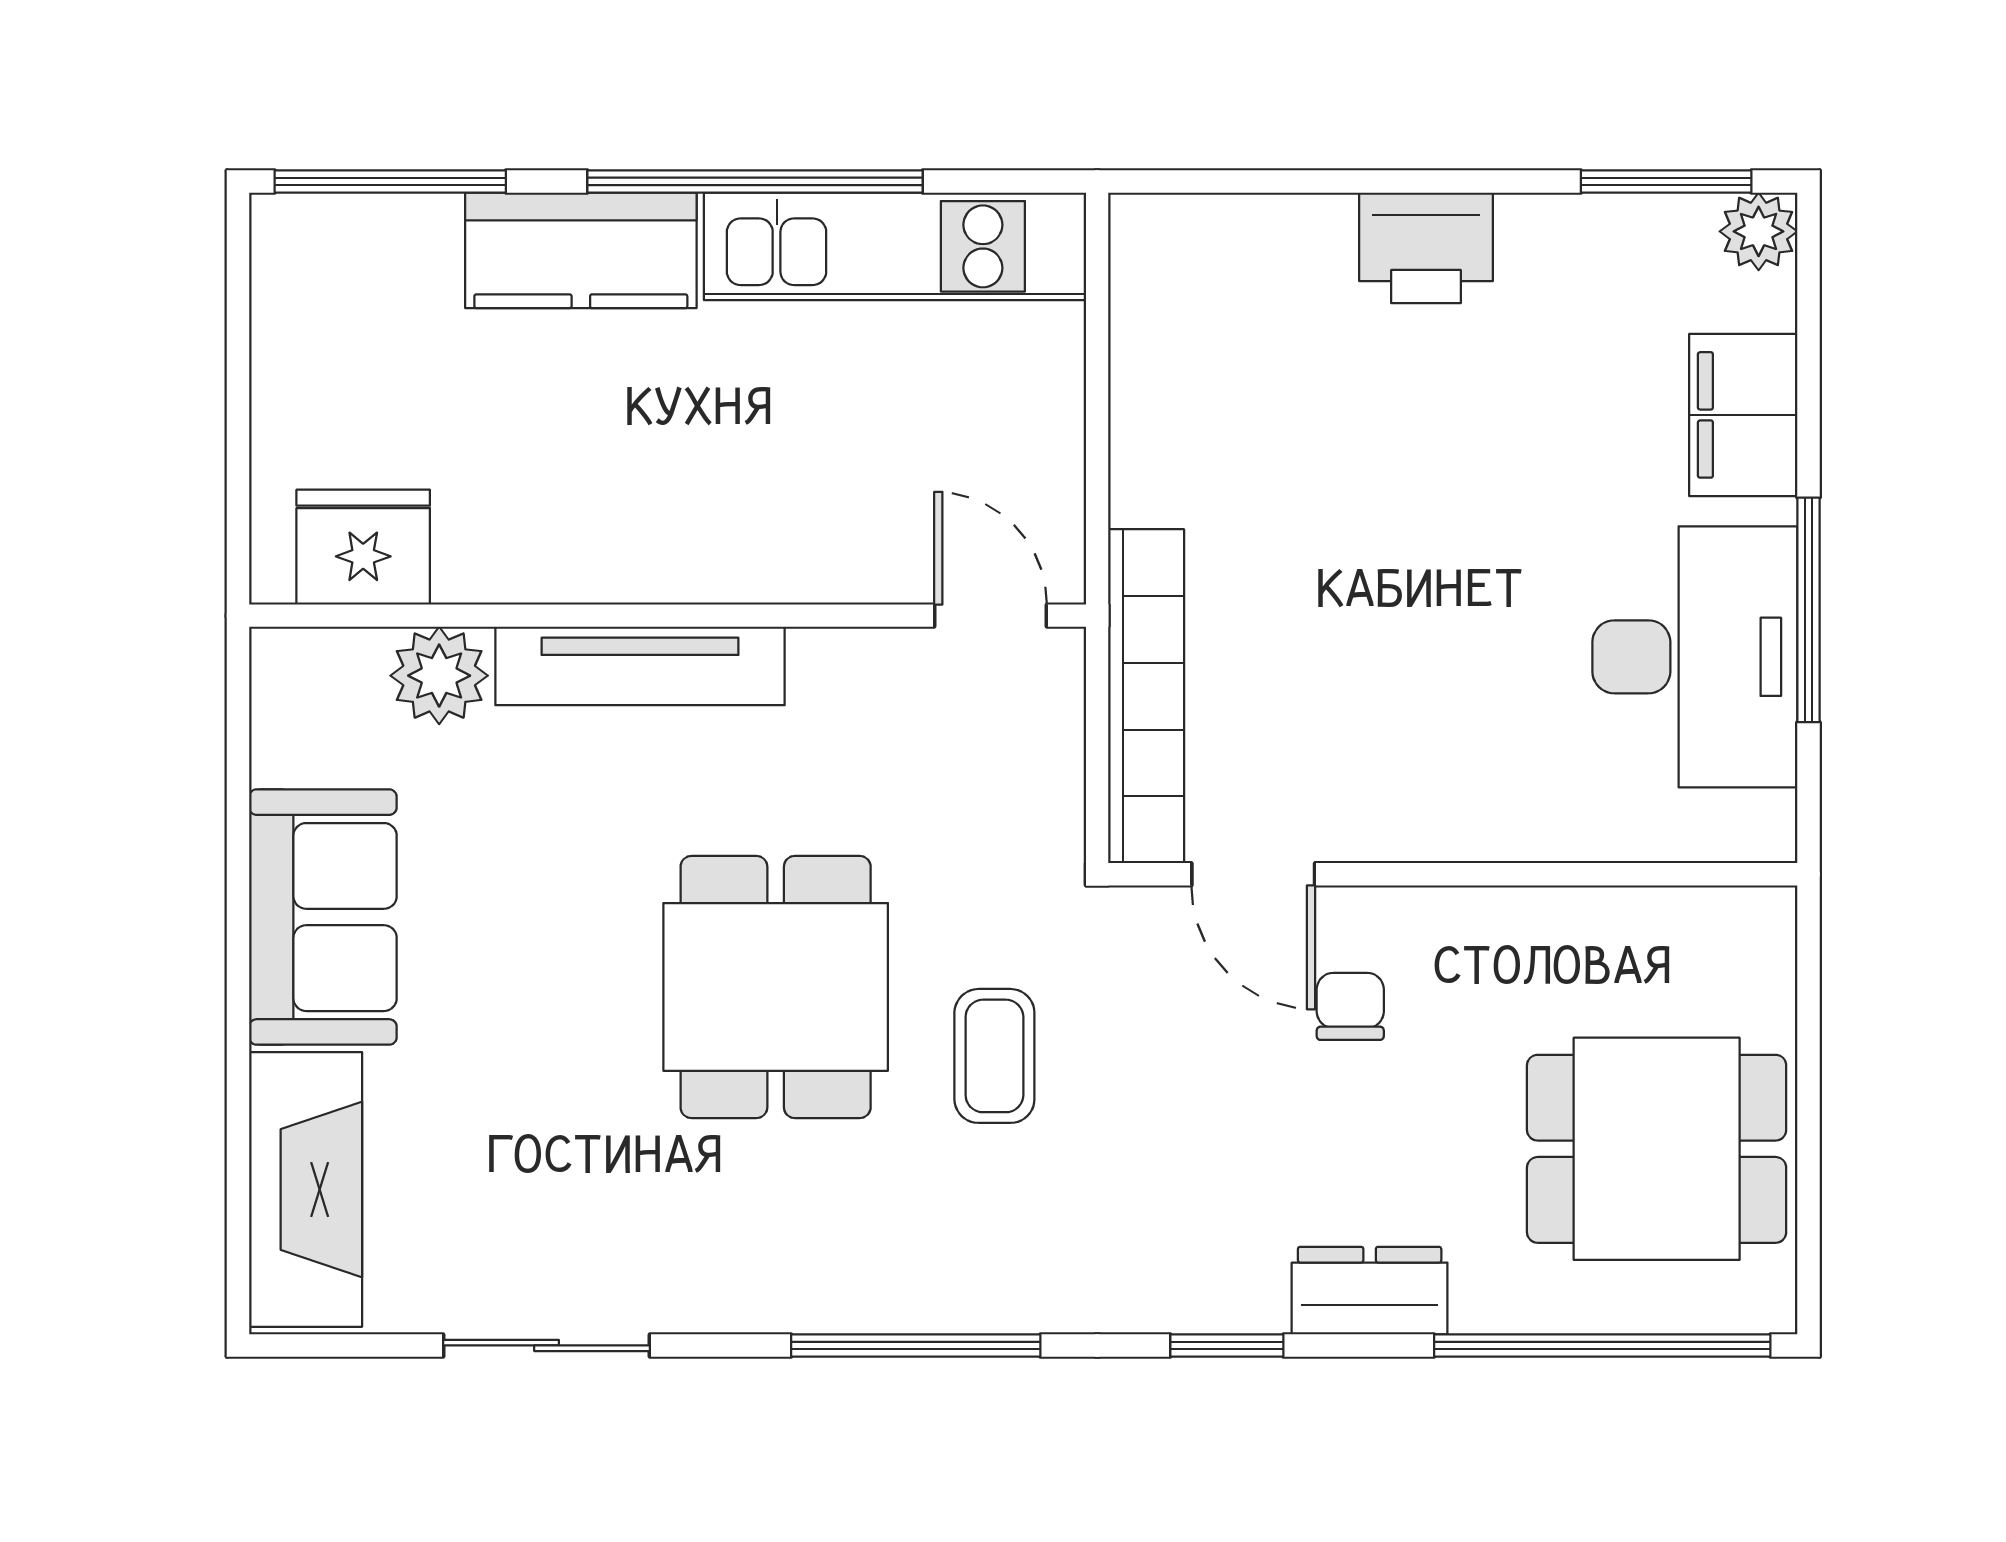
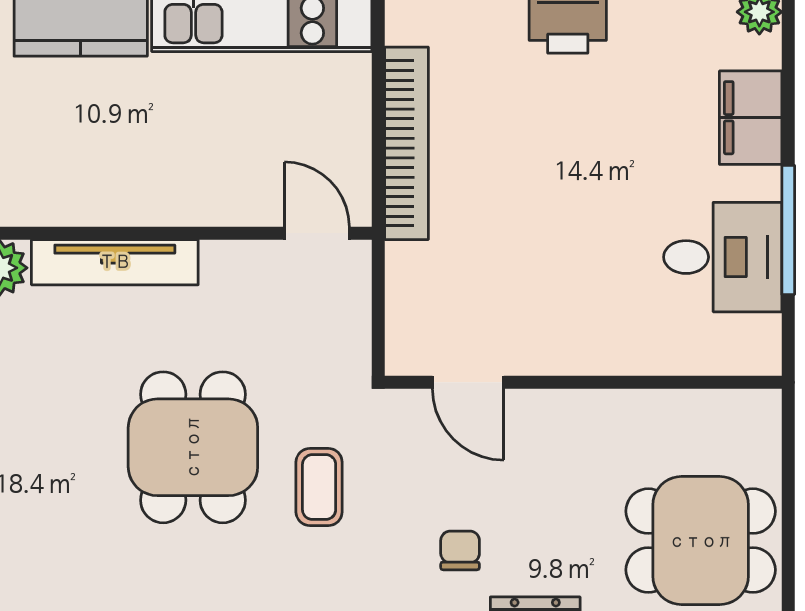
desk: (1695, 657) -> (723, 257), width x0.73
bookcase: (1146, 696) -> (406, 143), moved
chair: (1350, 1006) -> (460, 550), moved

